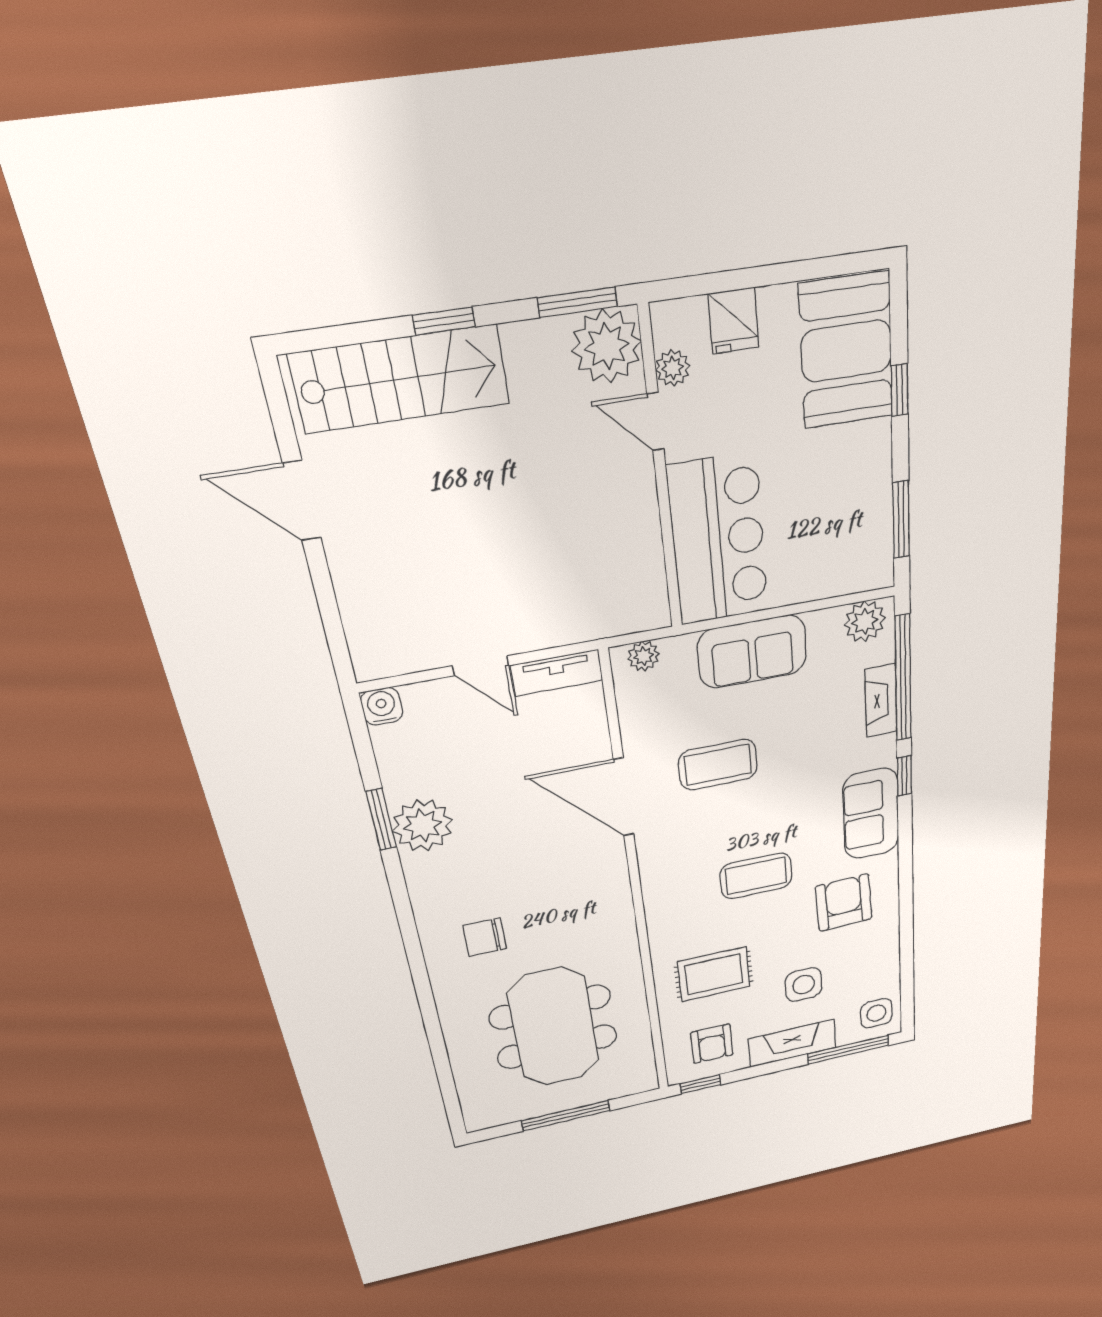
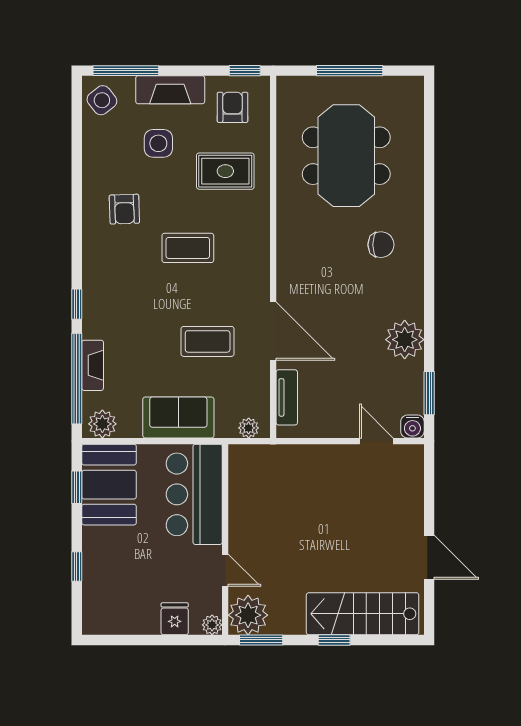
booth: (846, 351) -> (109, 485), moved
plant: (673, 368) -> (212, 625), moved
window: (901, 520) -> (77, 487), width x0.67
door: (481, 666) -> (376, 441), moved
tv unit: (557, 673) -> (287, 397), moved, turned 90
sofa: (871, 814) -> (102, 279), removed
window: (381, 819) -> (429, 393), moved
armchair: (844, 903) -> (124, 209), width x0.72, depth x0.72
side table: (876, 1013) -> (102, 100), turned -38

